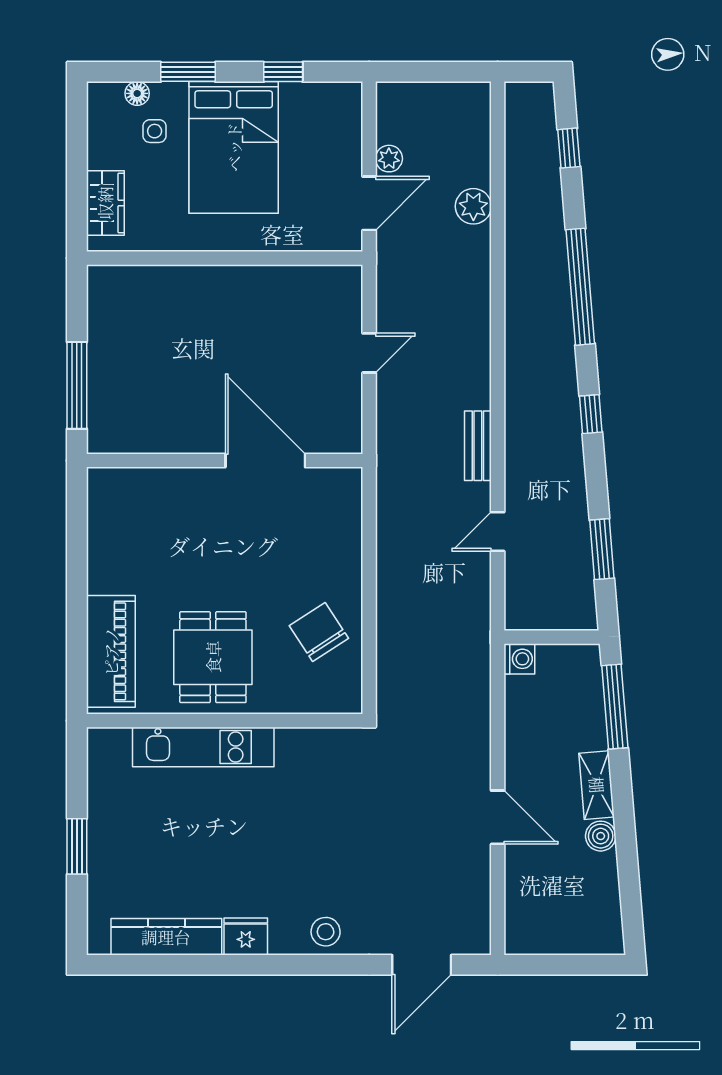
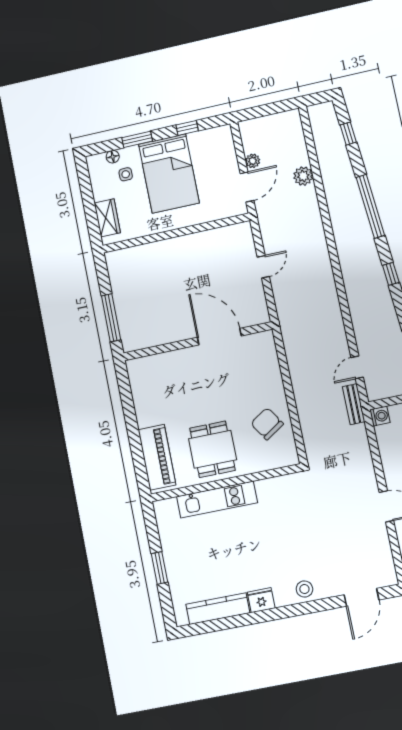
bench: (478, 446) -> (354, 404), moved
door: (498, 532) -> (357, 367), moved

